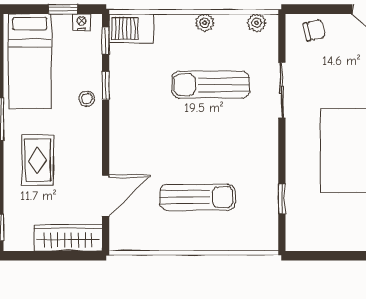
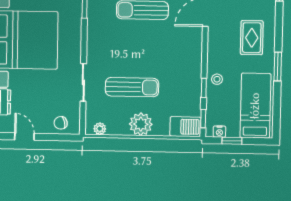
plant: (205, 23) -> (141, 124), width x1.87, depth x1.87

